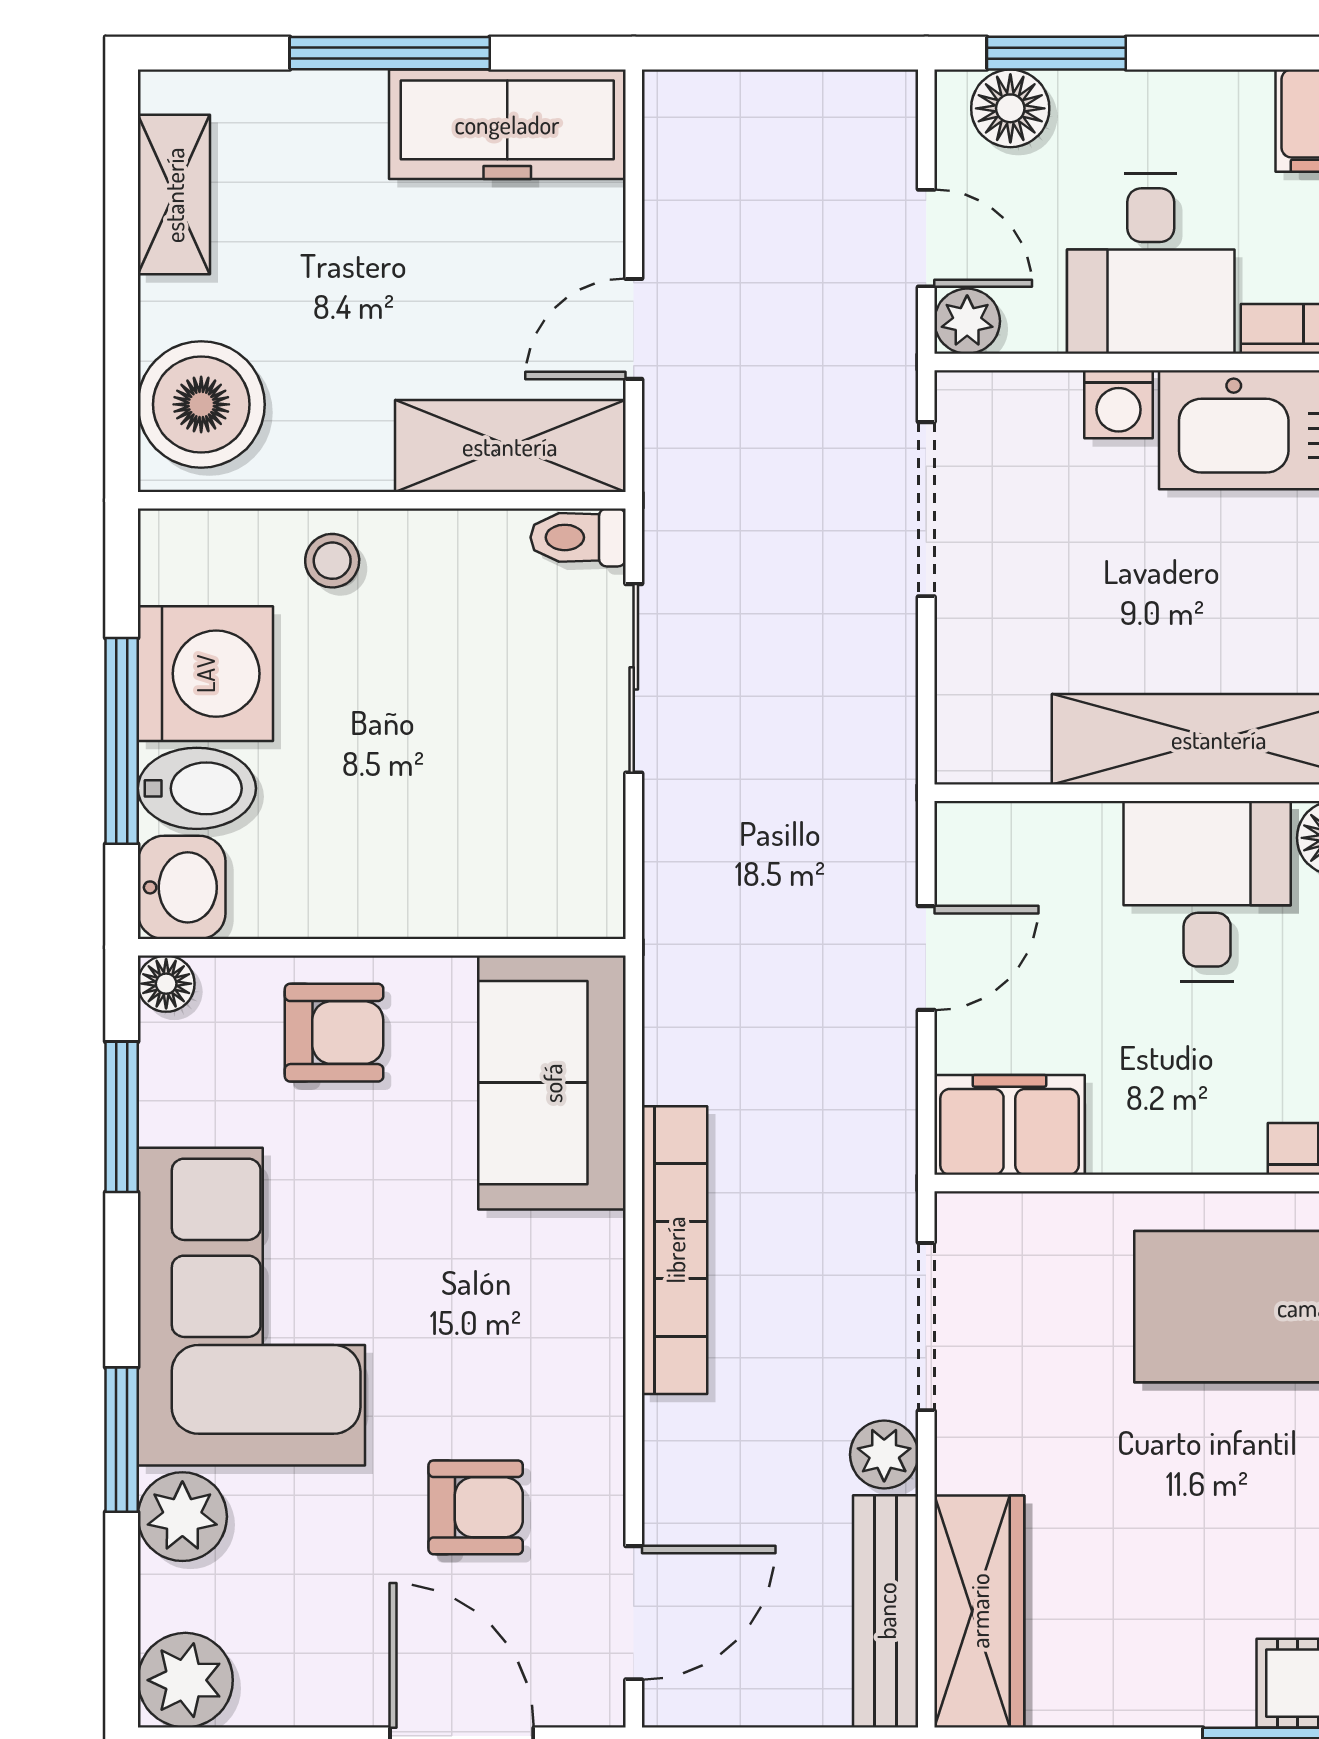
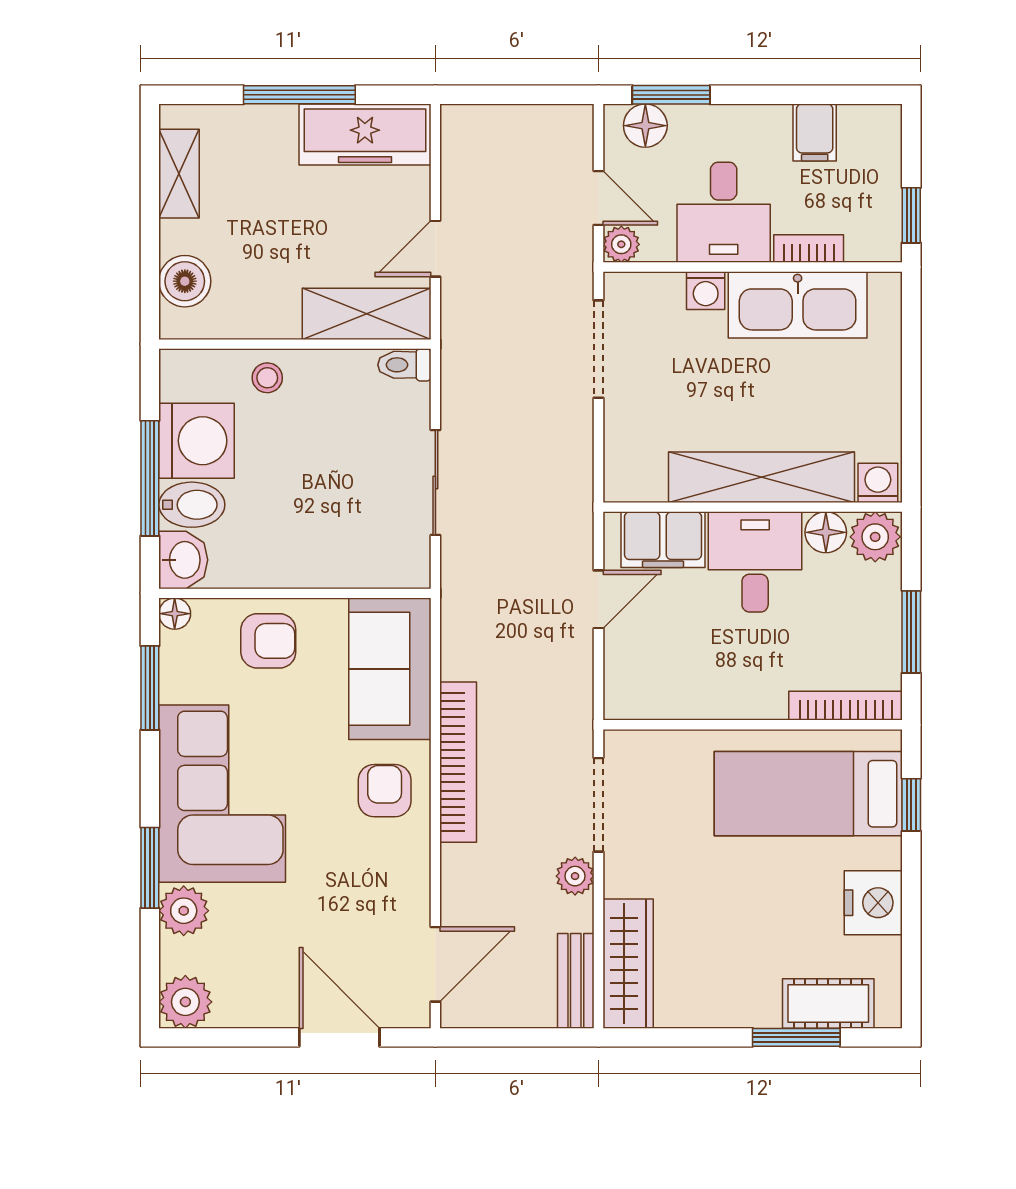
boiler: (201, 404) -> (185, 281), width x0.73, depth x0.73
sliding door: (634, 678) -> (435, 482), moved
filing cabinet: (1009, 1125) -> (663, 540), moved, turned 180
armchair: (476, 1507) -> (385, 791), moved, turned -90
bench: (886, 1611) -> (576, 981), width x0.73

